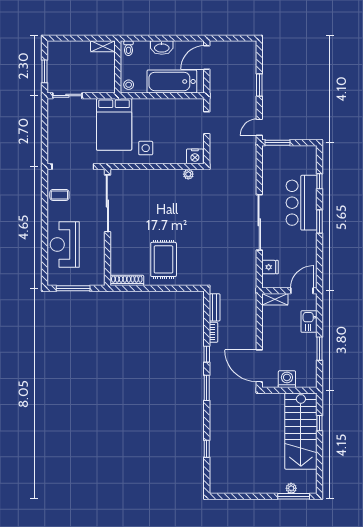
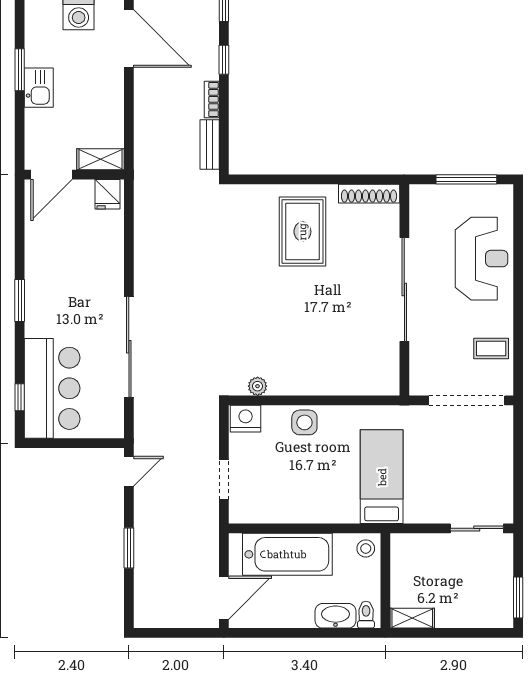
washbasin: (162, 48) -> (336, 616), moved
window: (45, 71) -> (518, 597), moved
bed: (114, 124) -> (382, 477), width x0.67
window: (278, 143) -> (96, 443), removed
side table: (146, 148) -> (304, 422), moved
window: (319, 181) -> (20, 397), moved
sliding door: (107, 203) -> (404, 290), moved
bar counter: (302, 203) -> (52, 388), moved
sliding door: (259, 222) -> (129, 347), moved
fridge: (270, 267) -> (108, 194), moved, turned -90
kitchen sink: (309, 322) -> (39, 88), moved

